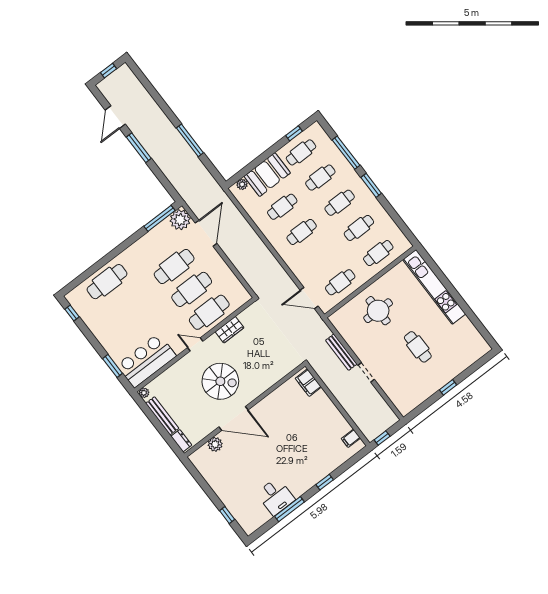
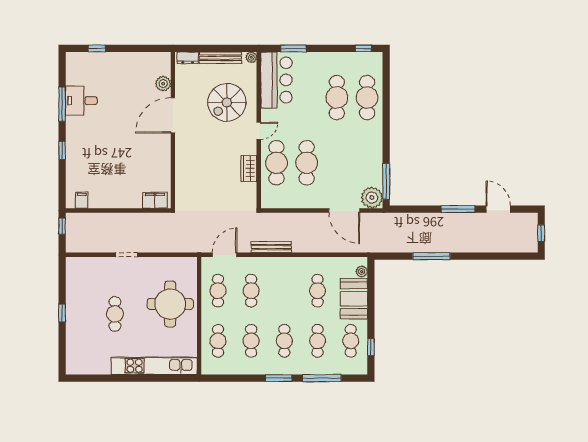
cafe table: (302, 232) -> (251, 291), moved
cafe table: (174, 267) -> (337, 97), moved
round table: (378, 311) -> (170, 304), width x1.36, depth x1.36
cafe table: (418, 347) -> (115, 314), turned 90
bench: (341, 352) -> (271, 247), moved
spiral stairs: (220, 381) -> (227, 102), moved

